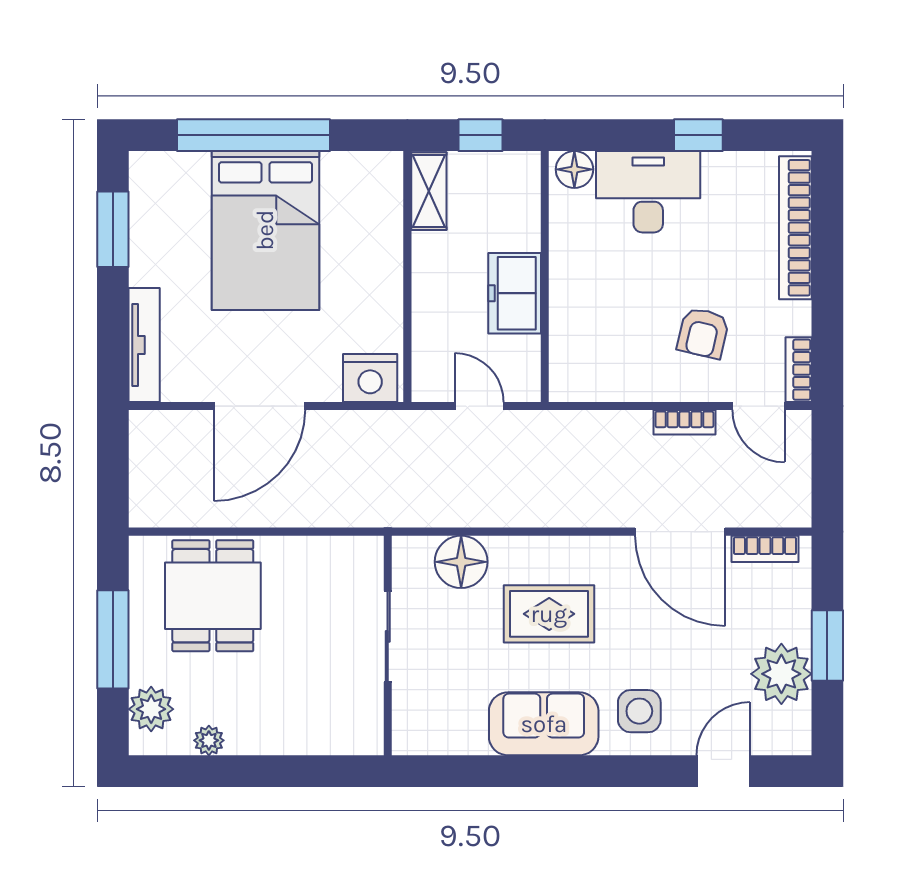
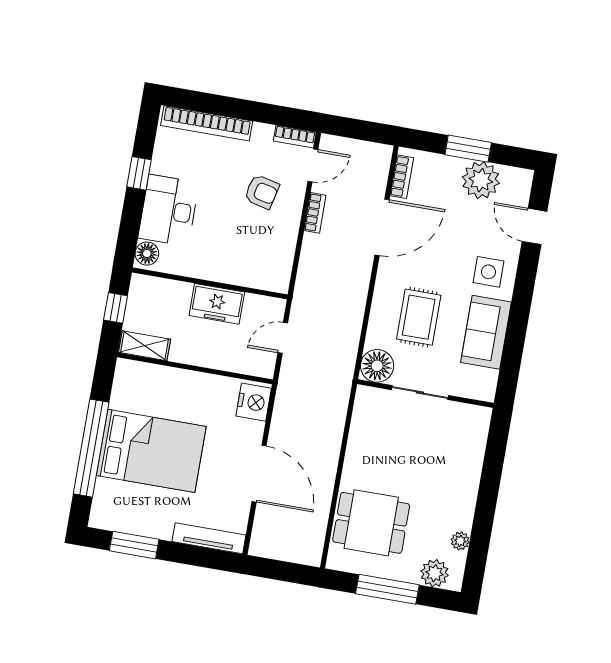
sliding door: (388, 636) -> (420, 393), moved
wall: (388, 645) -> (425, 394), moved

